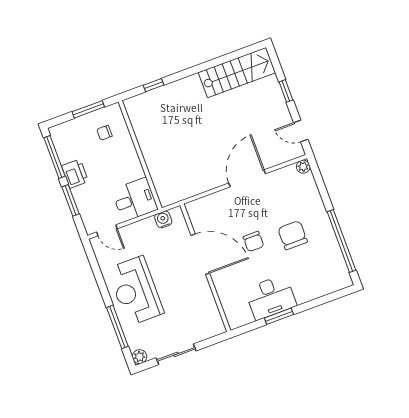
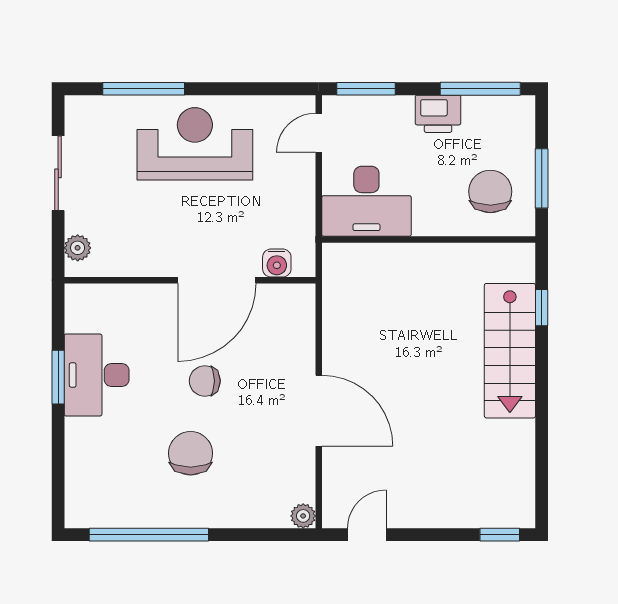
stairs: (237, 73) -> (510, 351), moved
window: (286, 91) -> (500, 535), moved
chair: (104, 133) -> (490, 191), width x1.87, depth x1.87
window: (71, 200) -> (366, 89), moved
desk: (135, 200) -> (366, 201), width x1.37
water cooler: (163, 219) -> (277, 263), moved, turned 90
chair: (293, 235) -> (191, 453), turned -90
plant: (140, 357) -> (78, 248), moved

